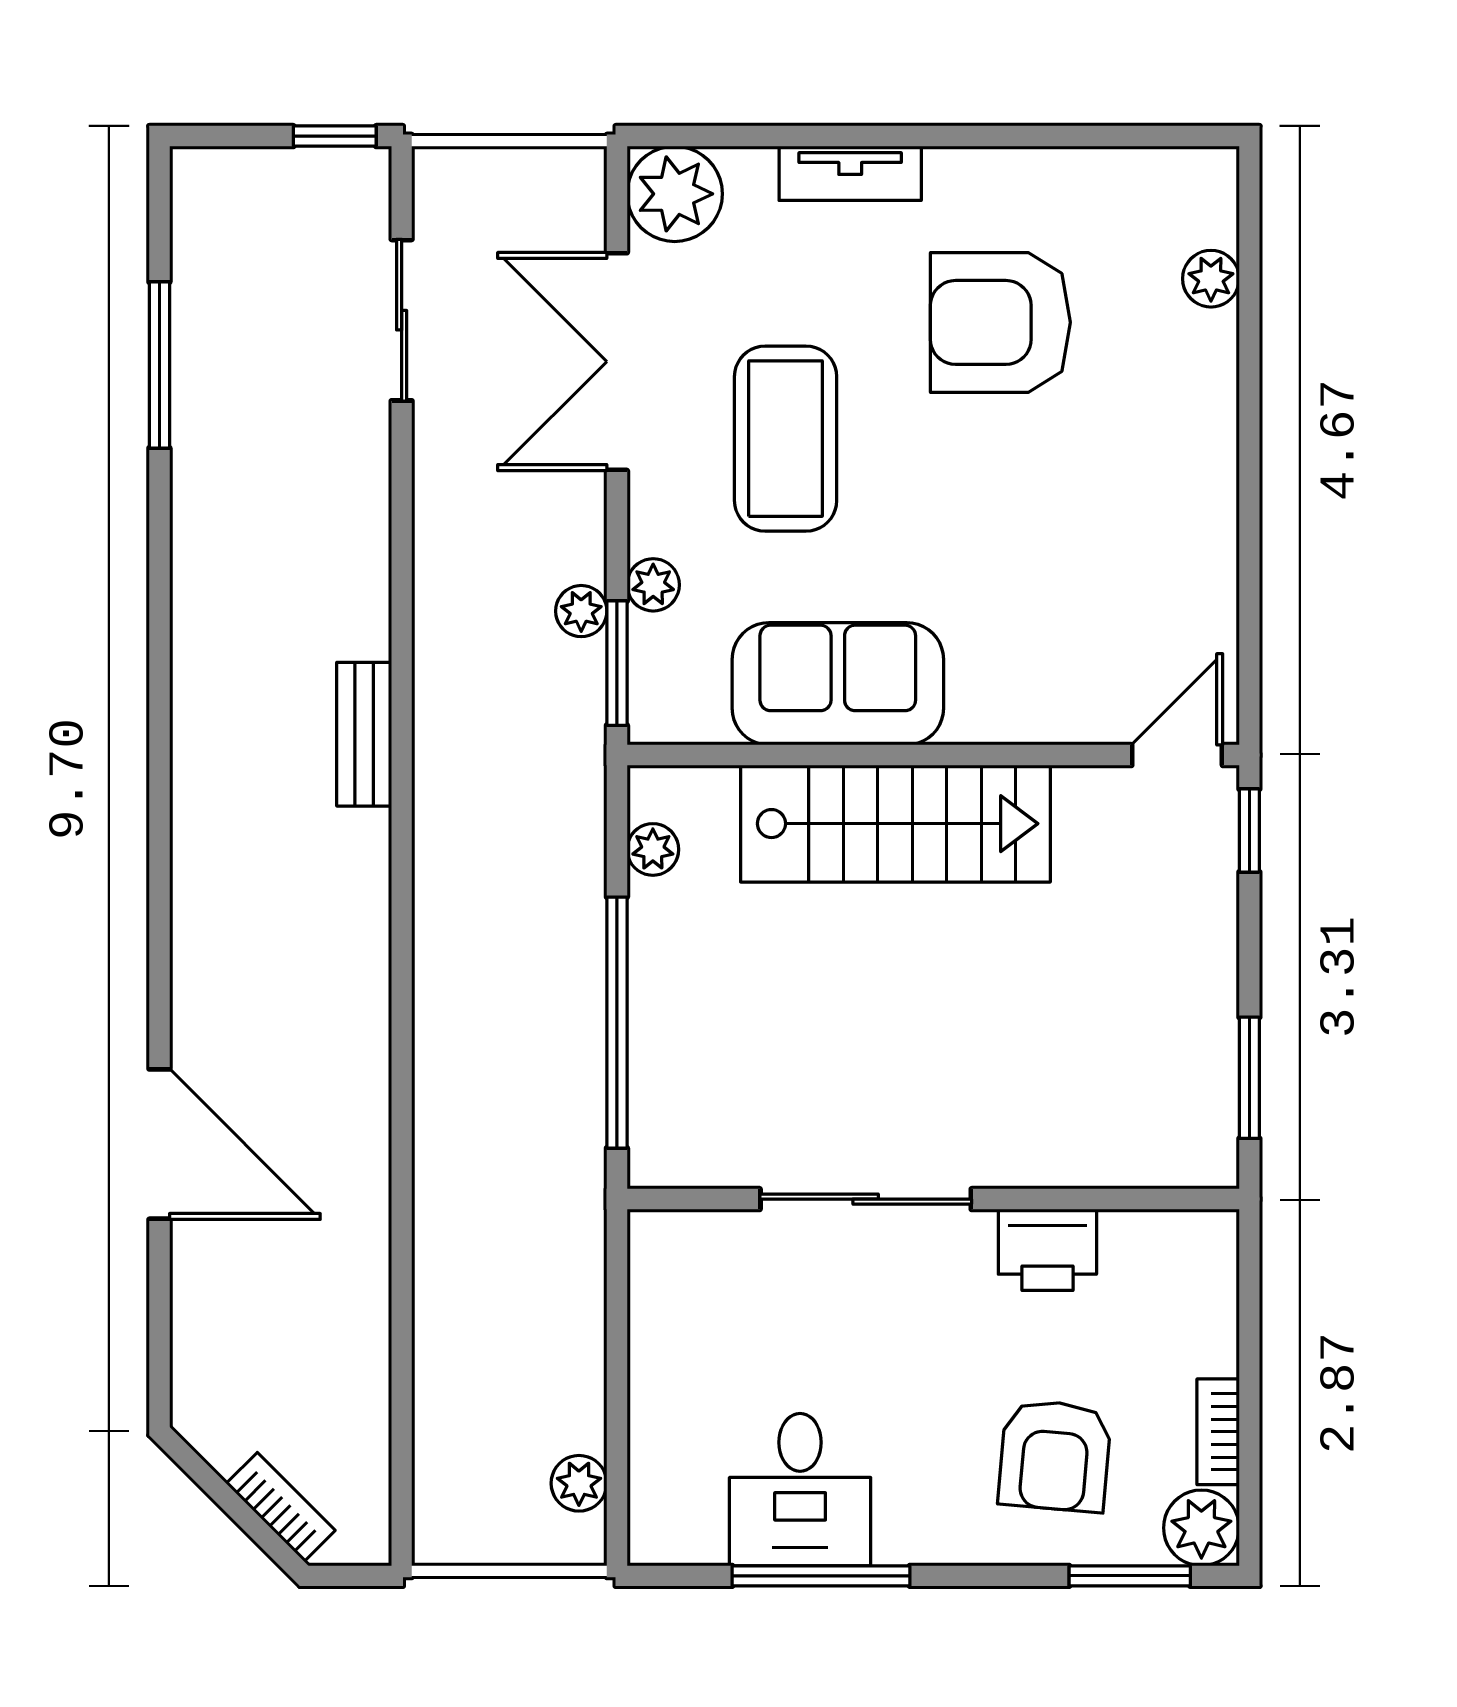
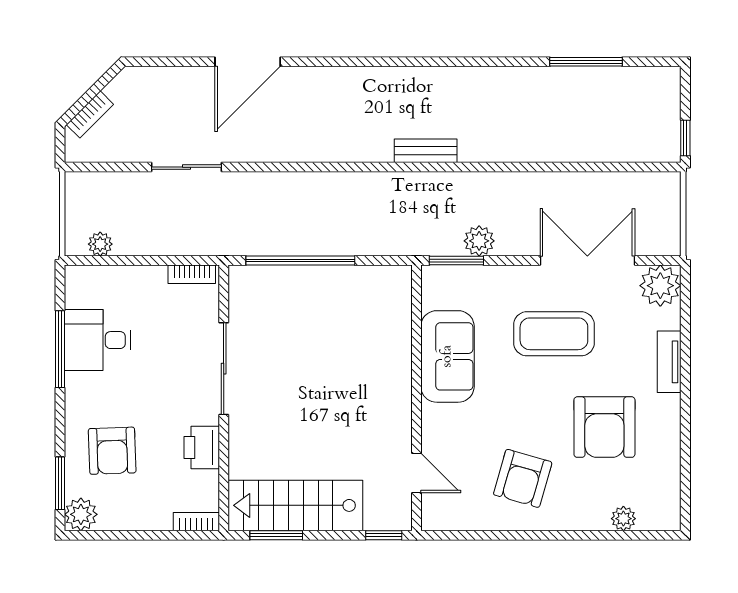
sliding door: (402, 320) -> (186, 167), moved
armchair: (1000, 322) -> (604, 427), turned 180
armchair: (1118, 511) -> (523, 478), added
plant: (653, 585) -> (490, 276), removed
plant: (581, 611) -> (479, 241), width x1.38, depth x1.38
door: (1177, 755) -> (417, 473), moved
stairs: (895, 824) -> (295, 505), moved, turned 90
plant: (653, 849) -> (376, 276), removed
bookcase: (649, 1272) -> (192, 274), added
bookcase: (1218, 1432) -> (196, 522), moved
armchair: (1055, 1456) -> (112, 451), turned -97

